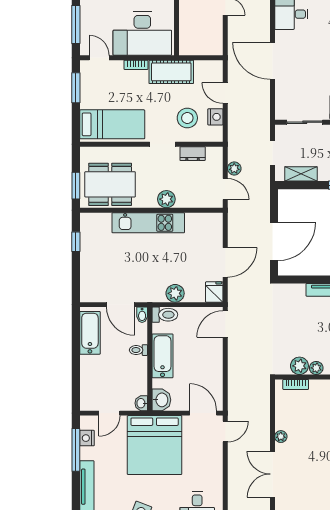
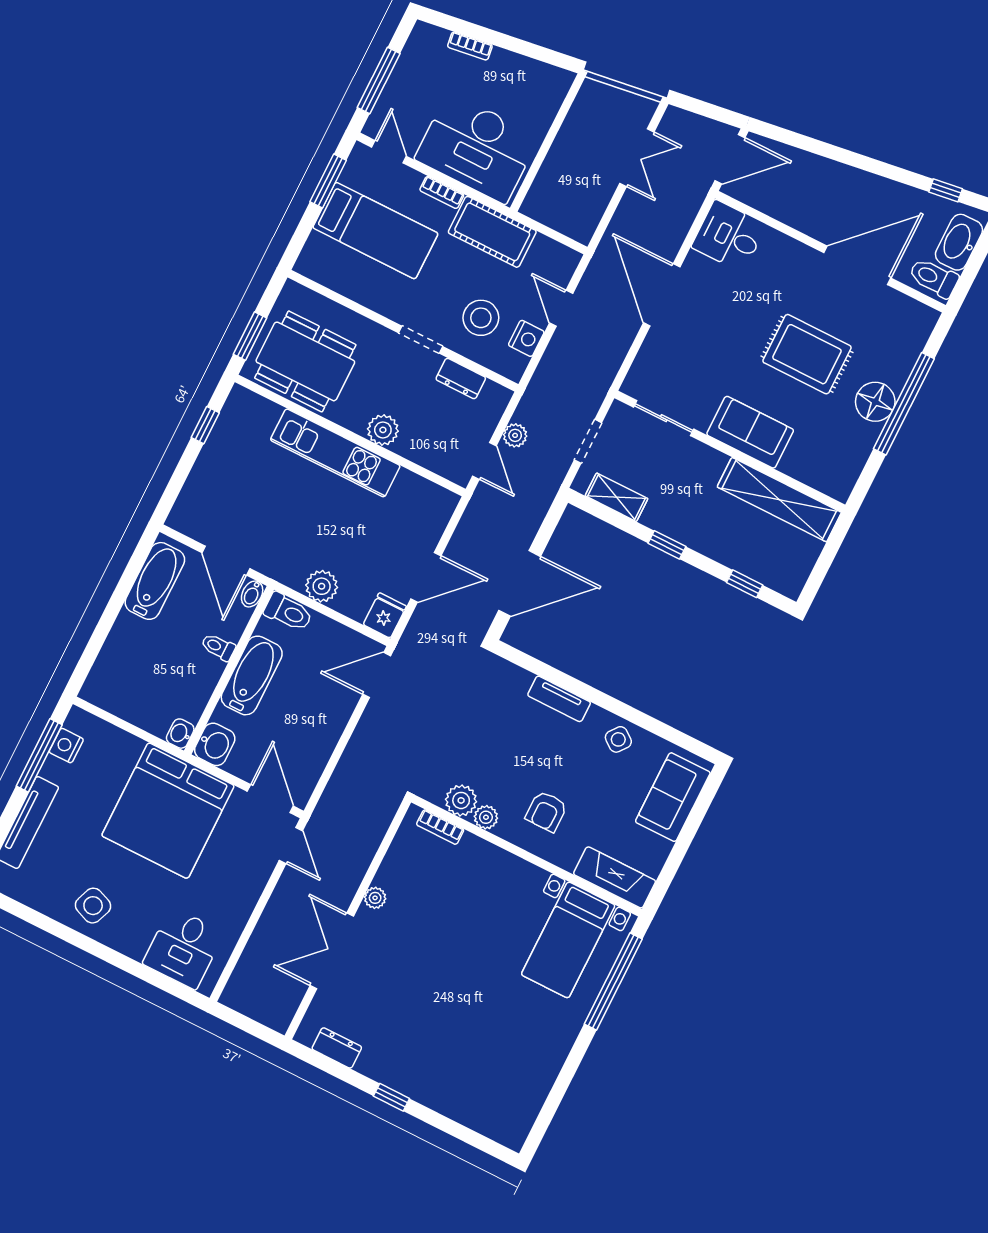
bed: (112, 124) -> (375, 231), moved
door: (109, 413) -> (122, 724), removed
door: (225, 431) -> (291, 845), hinge flipped

